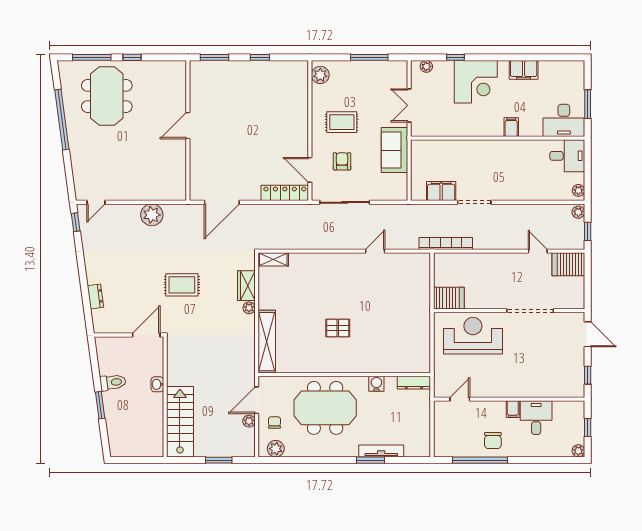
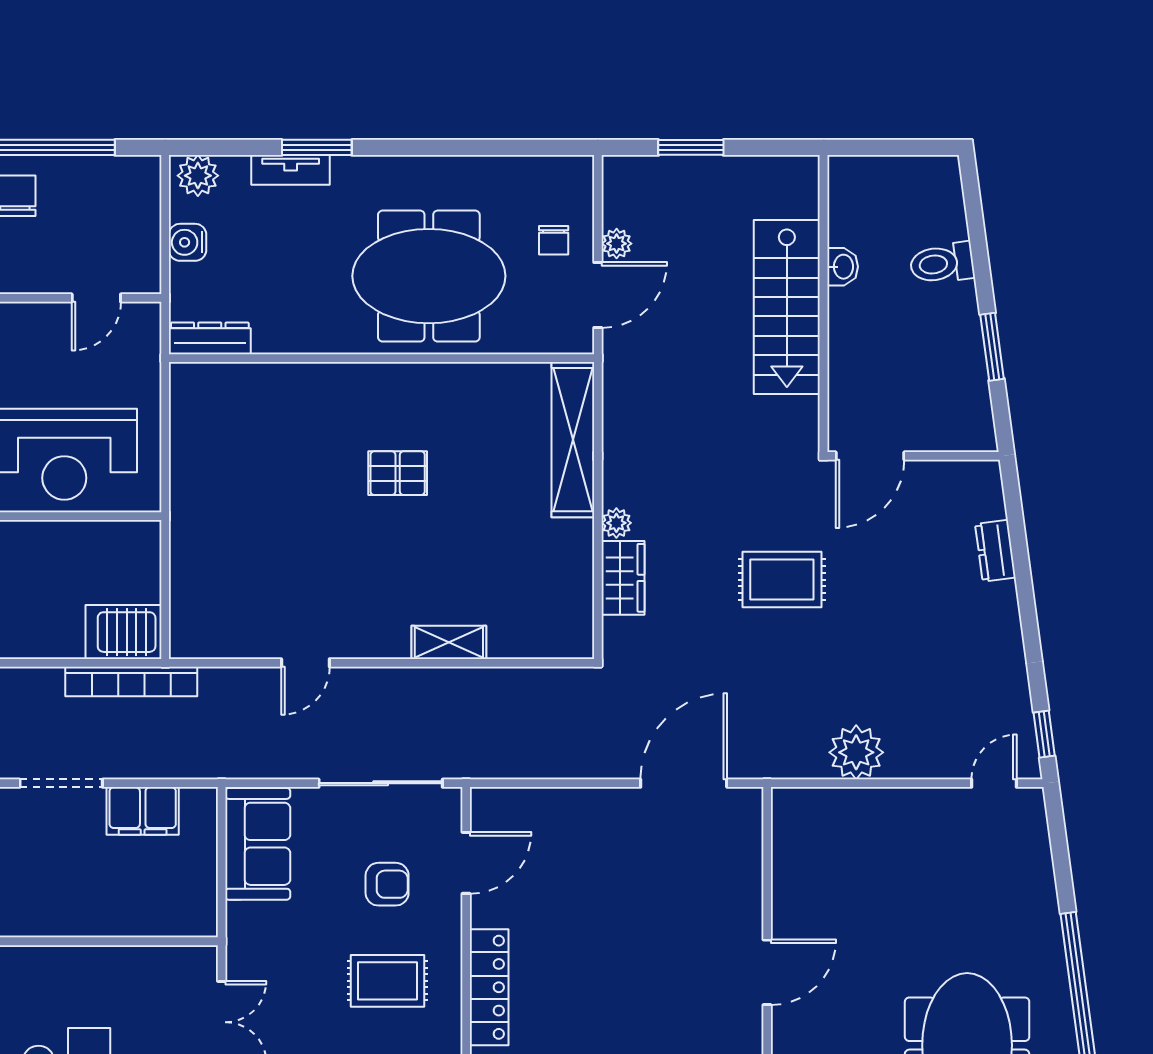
sofa: (394, 150) -> (258, 844), moved
armchair: (342, 161) -> (387, 884), turned -90
door: (310, 170) -> (466, 863), hinge flipped
locker: (285, 193) -> (489, 987), moved, turned -90
shelving: (273, 259) -> (449, 642), moved
server rack: (449, 298) -> (124, 632), moved
toilet: (113, 382) -> (942, 263), moved
washbasin: (157, 384) -> (843, 267), moved
water cooler: (376, 384) -> (188, 242), moved, turned 90
window: (100, 405) -> (992, 347), moved
stairs: (180, 422) -> (787, 307), moved
plant: (276, 449) -> (198, 176), moved
tv unit: (381, 451) -> (291, 170), width x0.71

